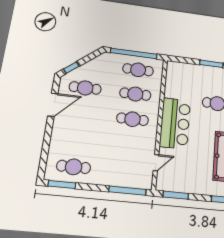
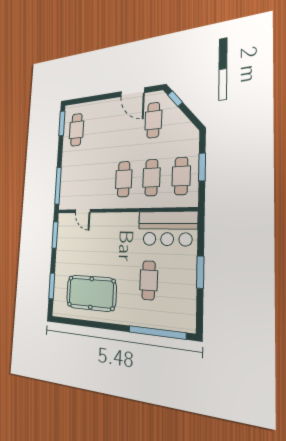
window: (134, 53) -> (202, 167), width x0.47
bar counter: (175, 123) -> (167, 228), moved

